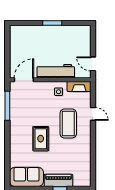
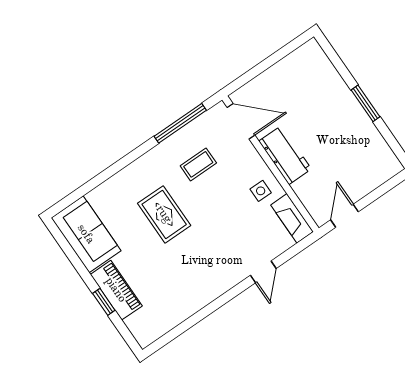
workbench: (56, 71) -> (285, 155), width x0.73
coffee table: (68, 123) -> (198, 164), moved, width x0.54, depth x0.58
rug: (41, 139) -> (164, 214), turned 90

